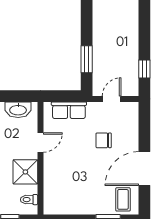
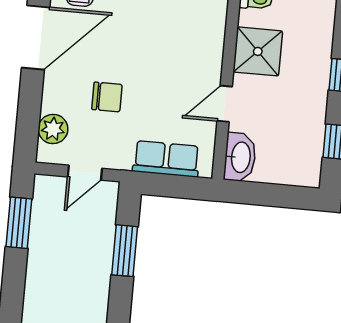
window: (144, 69) -> (19, 223), width x1.50
washbasin: (18, 110) -> (240, 157), moved, turned 90
plant: (131, 121) -> (53, 129), added

